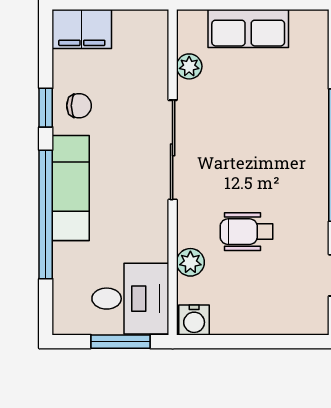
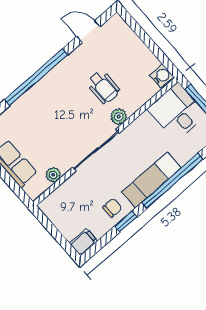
filing cabinet: (82, 29) -> (83, 242), width x0.50
chair: (79, 106) -> (112, 208), turned 90
plant: (190, 262) -> (119, 117), moved

